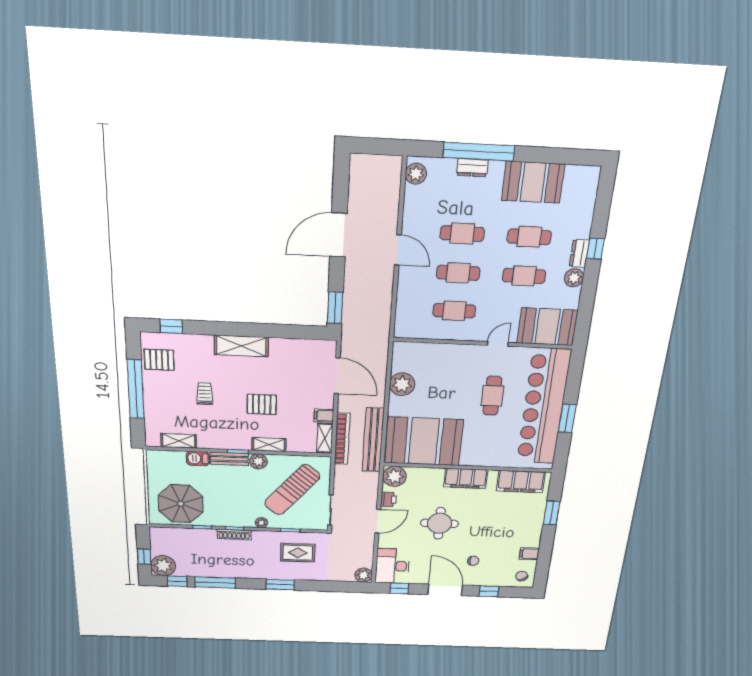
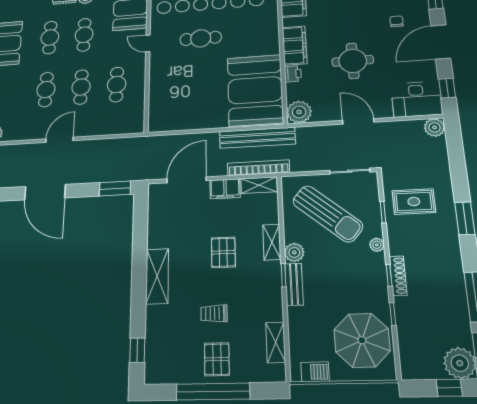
pallet: (159, 360) -> (217, 359), moved
plant: (402, 384) -> (193, 119), removed
filing cabinet: (324, 416) -> (225, 189), width x2.00
barbecue: (198, 458) -> (315, 372), moved, turned -90
printer: (389, 499) -> (293, 74), moved, turned 90
rug: (298, 553) -> (414, 202), turned 90

